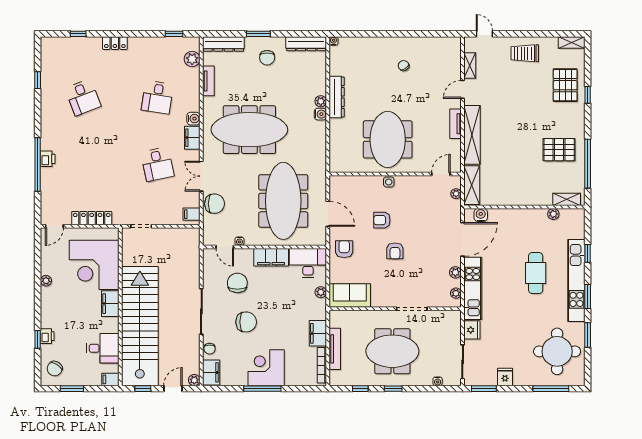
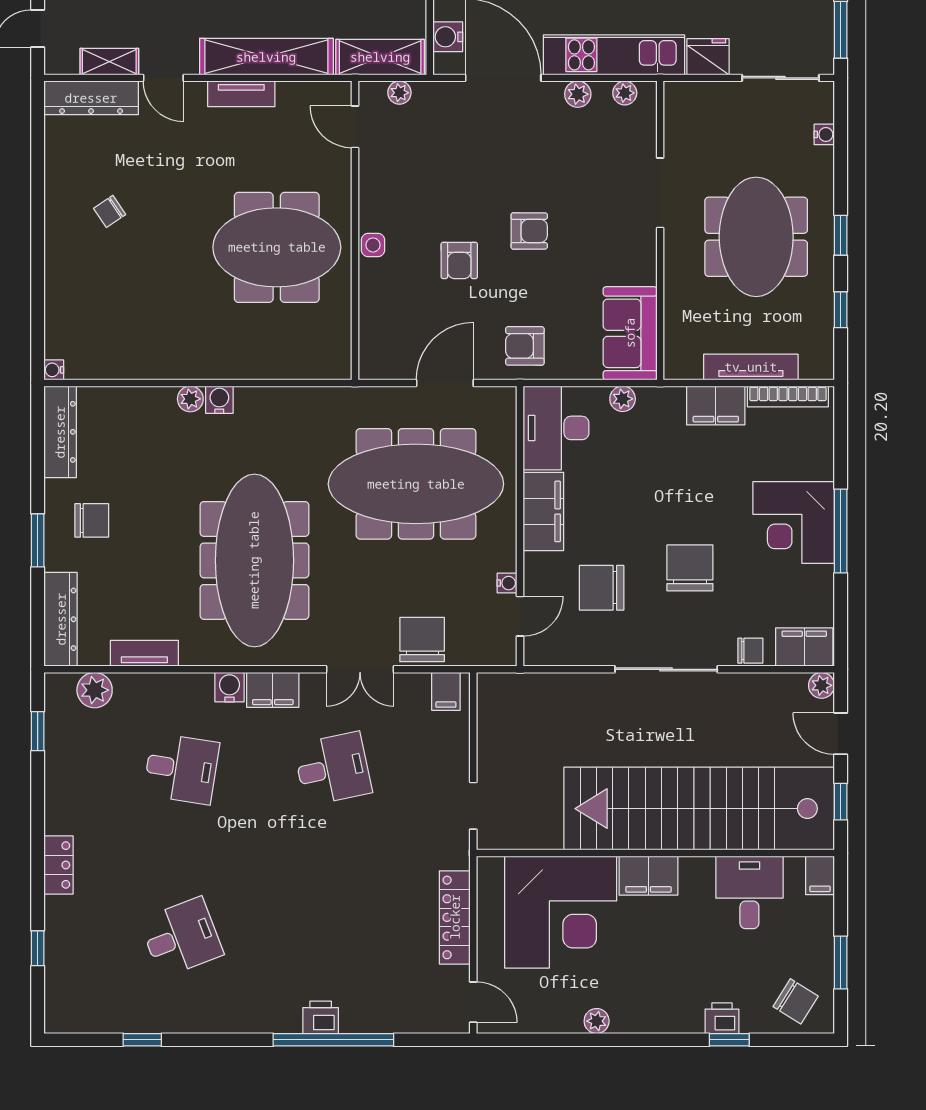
dresser: (337, 97) -> (91, 98), moved, turned 180

